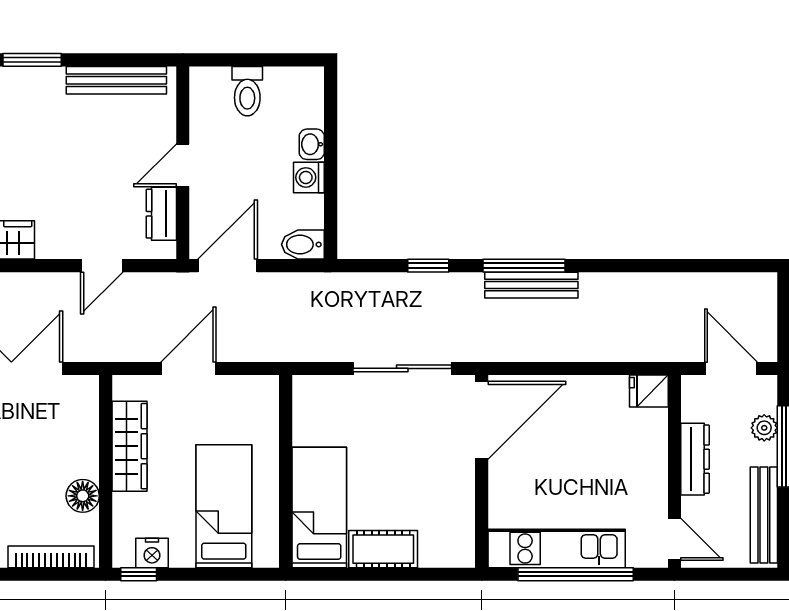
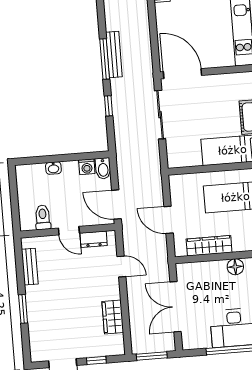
bench: (116, 80) -> (30, 267), width x0.73
toilet: (247, 91) -> (43, 217), moved, turned -90
washing machine: (309, 177) -> (87, 167), moved

